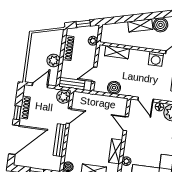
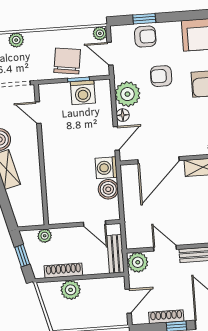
shelving: (117, 52) -> (54, 196), removed
washing machine: (156, 59) -> (106, 168), moved, turned 180
plant: (54, 60) -> (71, 290), moved
door: (40, 85) -> (128, 301), swing flipped
door: (126, 124) -> (158, 160), width x1.88

